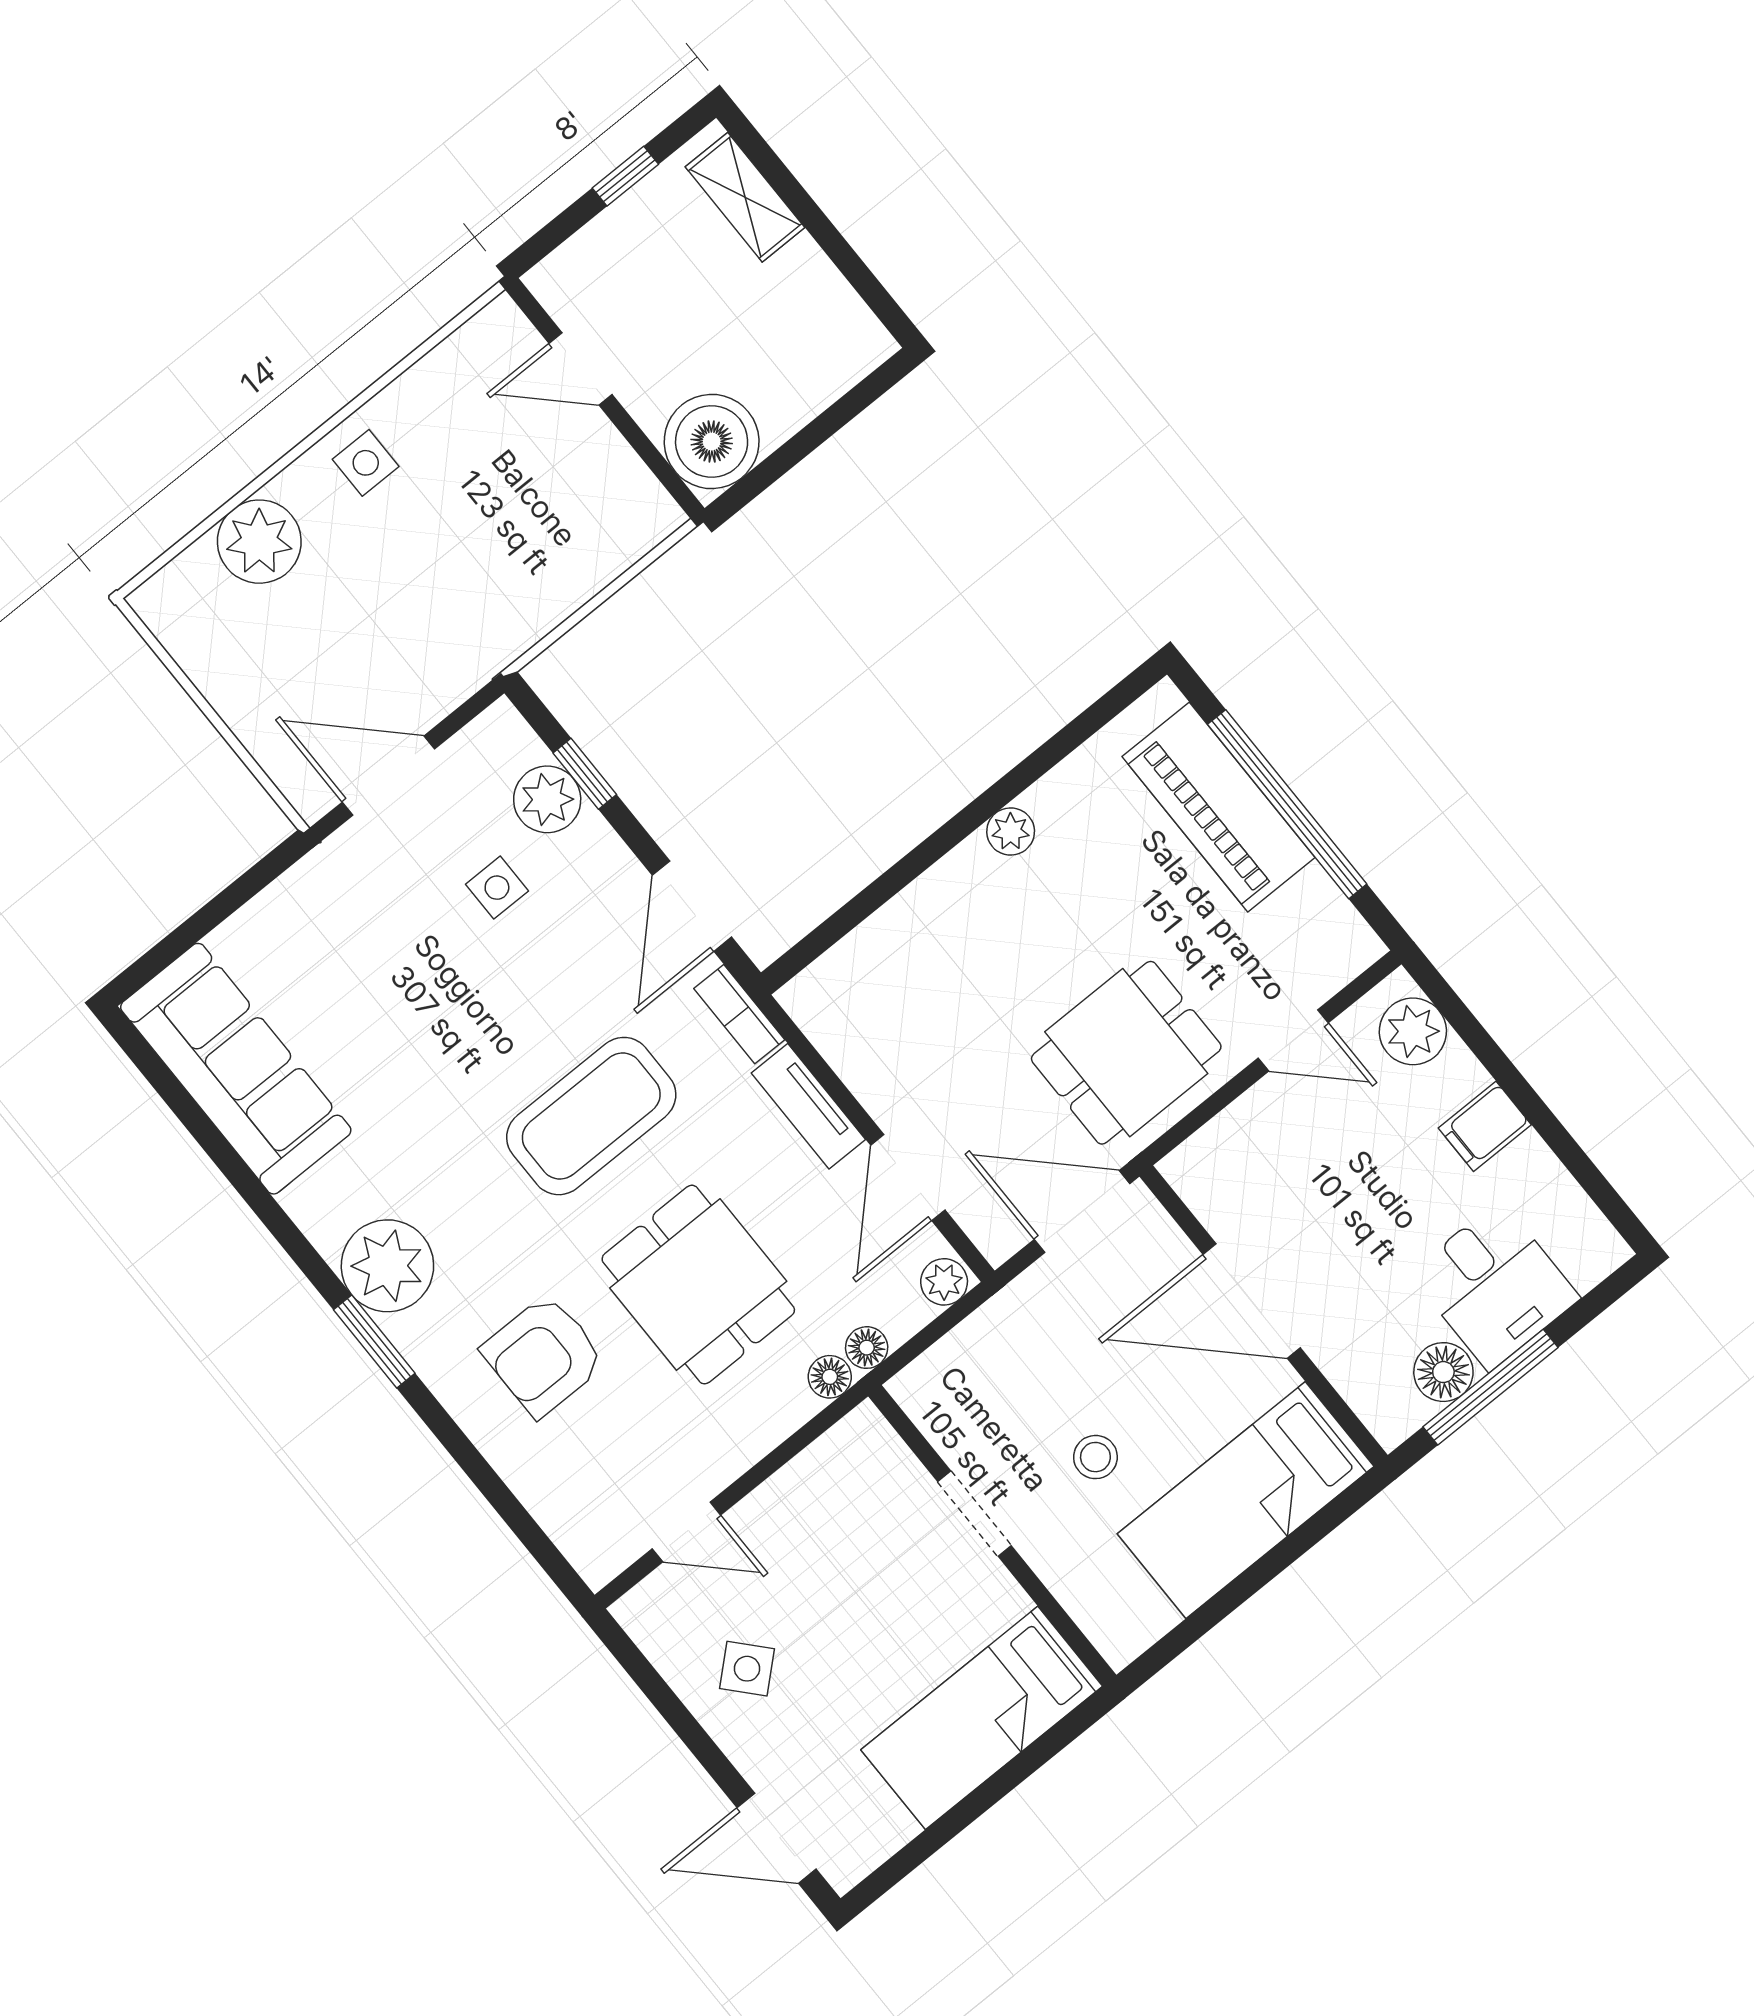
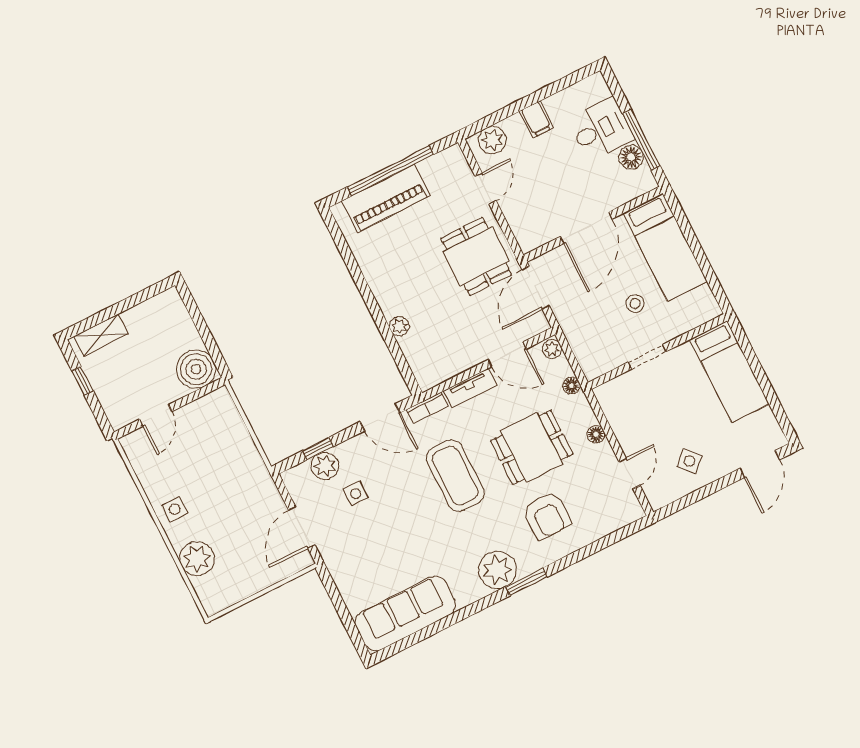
plant: (1011, 831) -> (399, 326), moved
floor lamp: (830, 1377) -> (596, 434), moved

